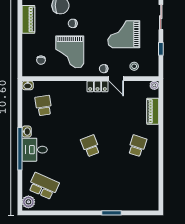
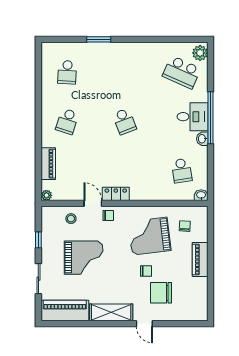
piano: (28, 19) -> (200, 259), moved
grand piano: (70, 52) -> (150, 236), turned -97
school desk: (137, 186) -> (67, 72), added

